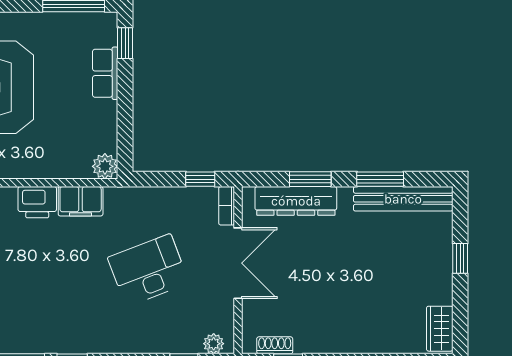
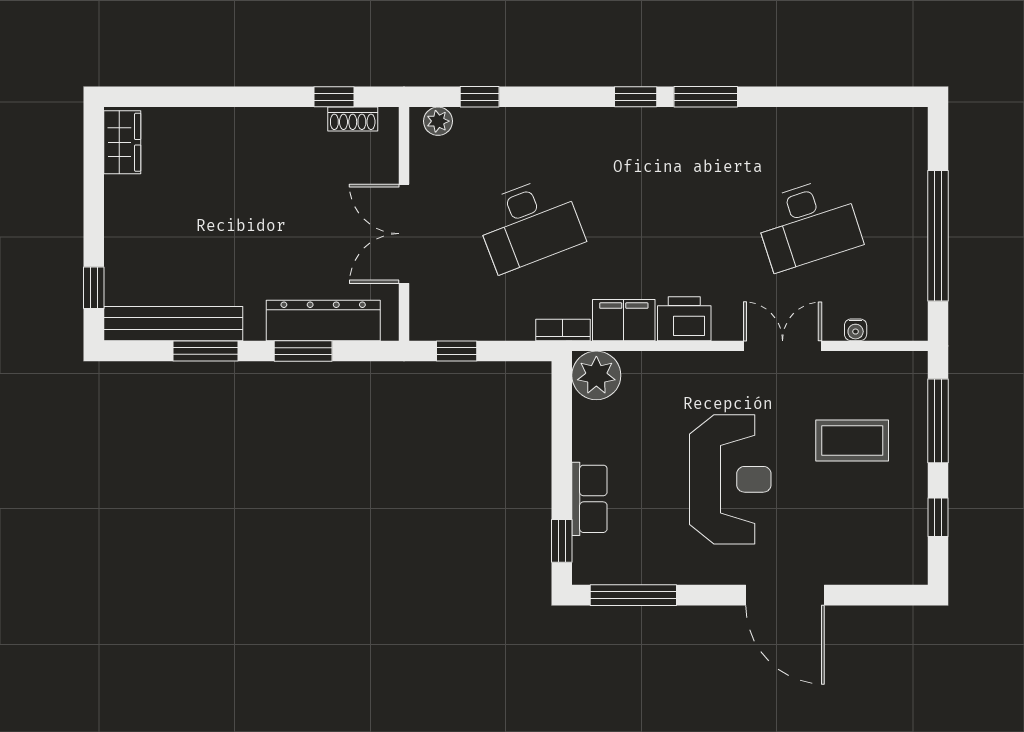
plant: (105, 166) -> (596, 375), width x1.36, depth x1.36
bookcase: (227, 206) -> (563, 330), moved, turned -90
window: (460, 258) -> (94, 288), moved

